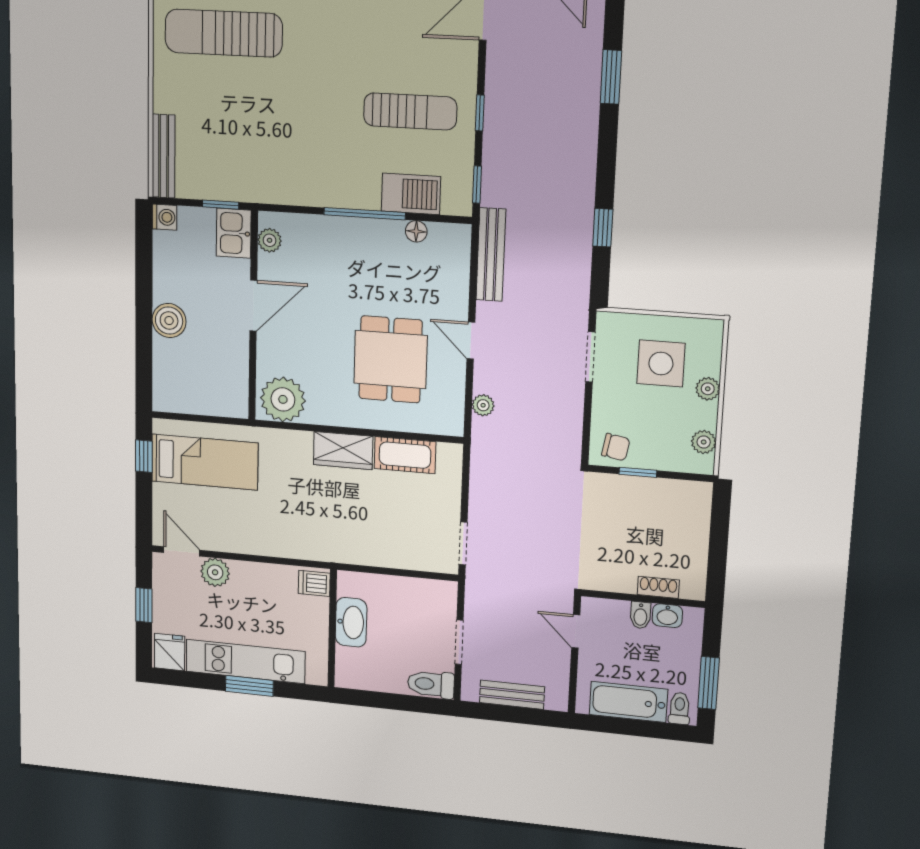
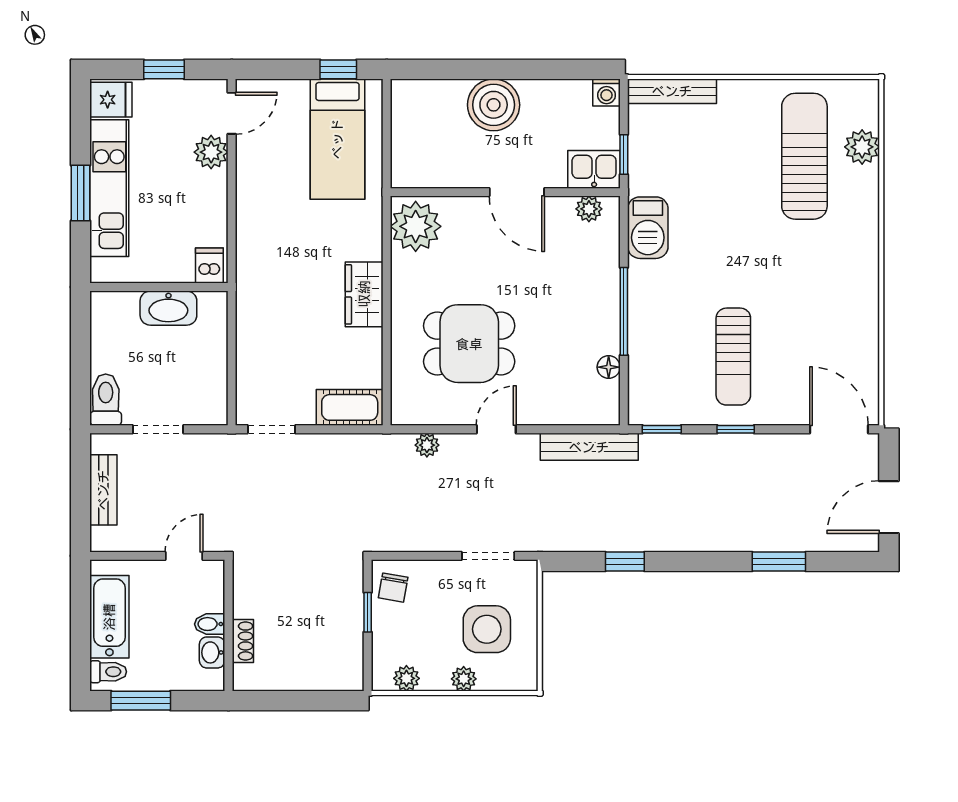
barbecue: (411, 194) -> (648, 228), moved
boiler: (169, 321) -> (494, 105), width x1.37, depth x1.37
cot: (405, 455) -> (350, 407), moved, turned 90

